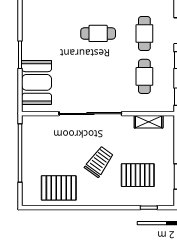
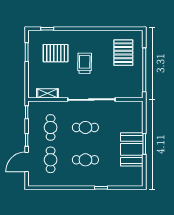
cafe table: (98, 76) -> (85, 127), added
booth: (37, 82) -> (132, 149), moved
trolley: (99, 162) -> (85, 63), turned 145
pallet: (59, 188) -> (123, 53), moved, turned 90

